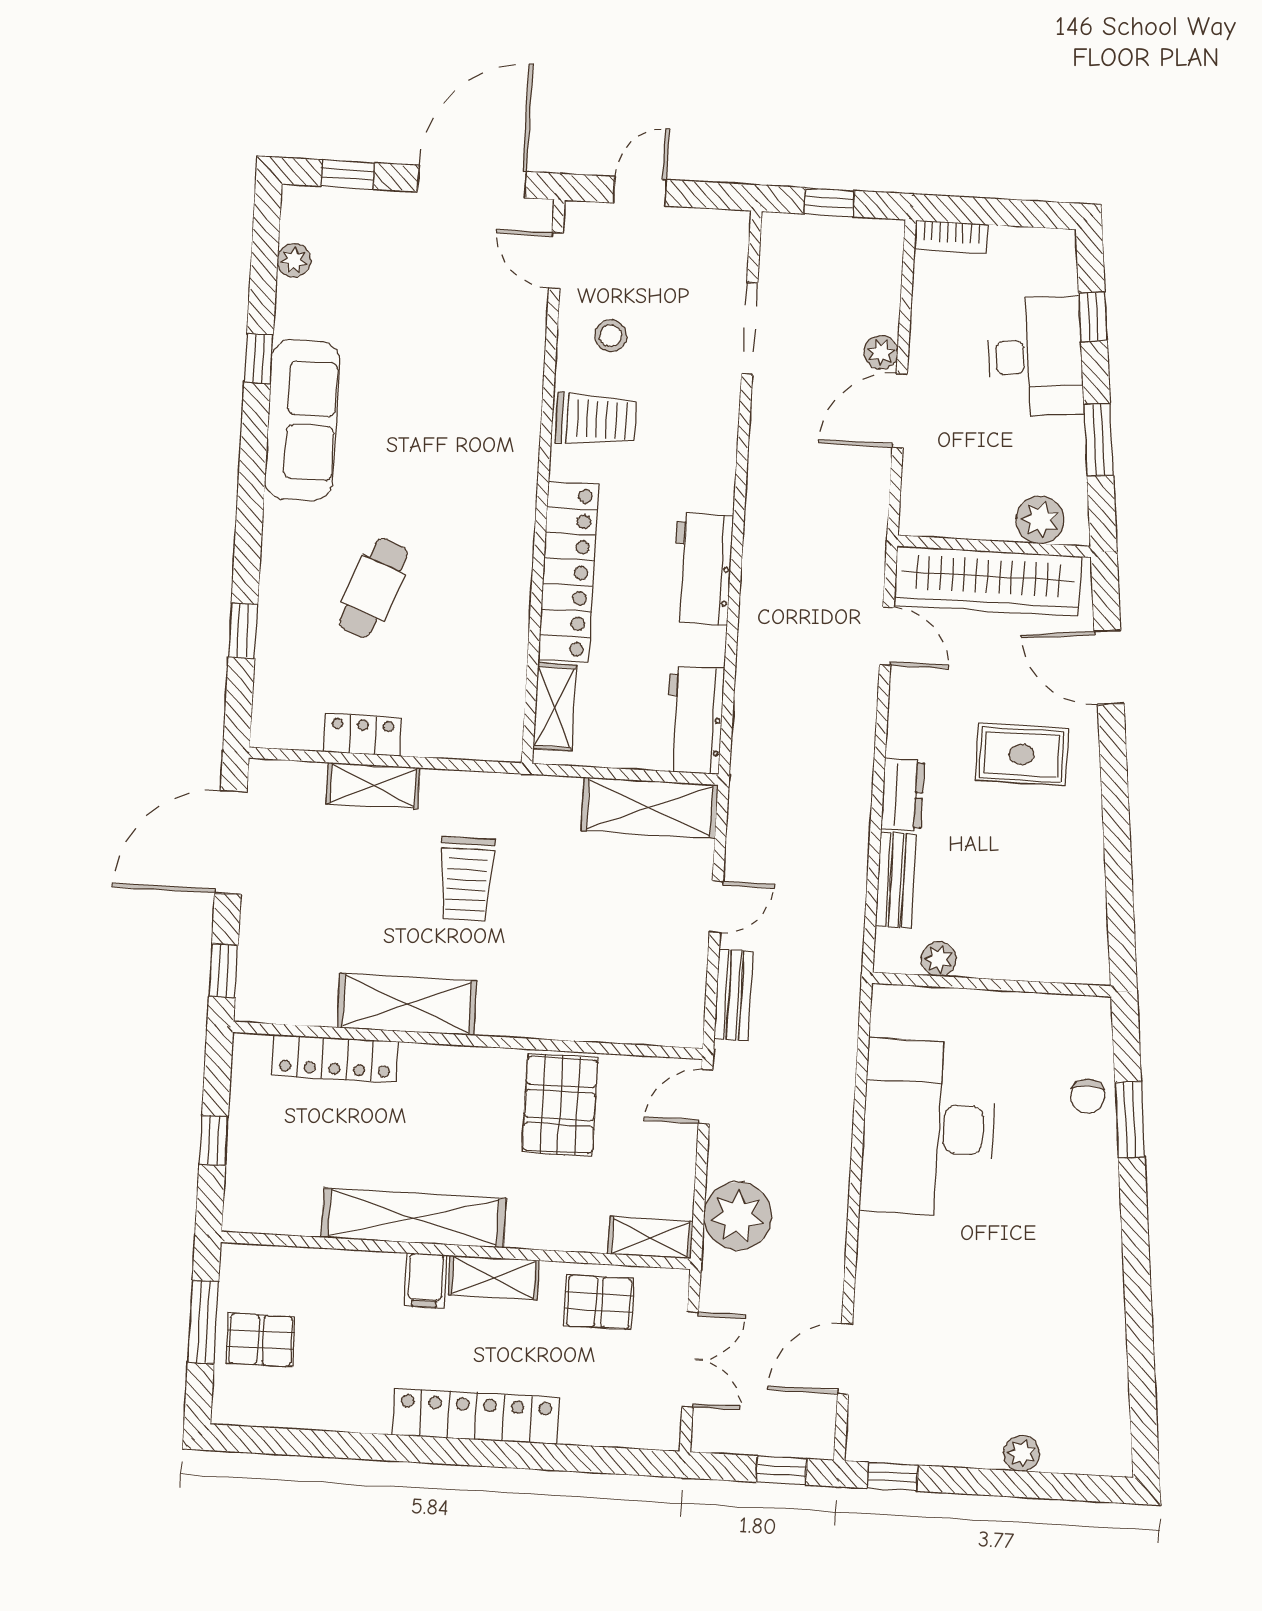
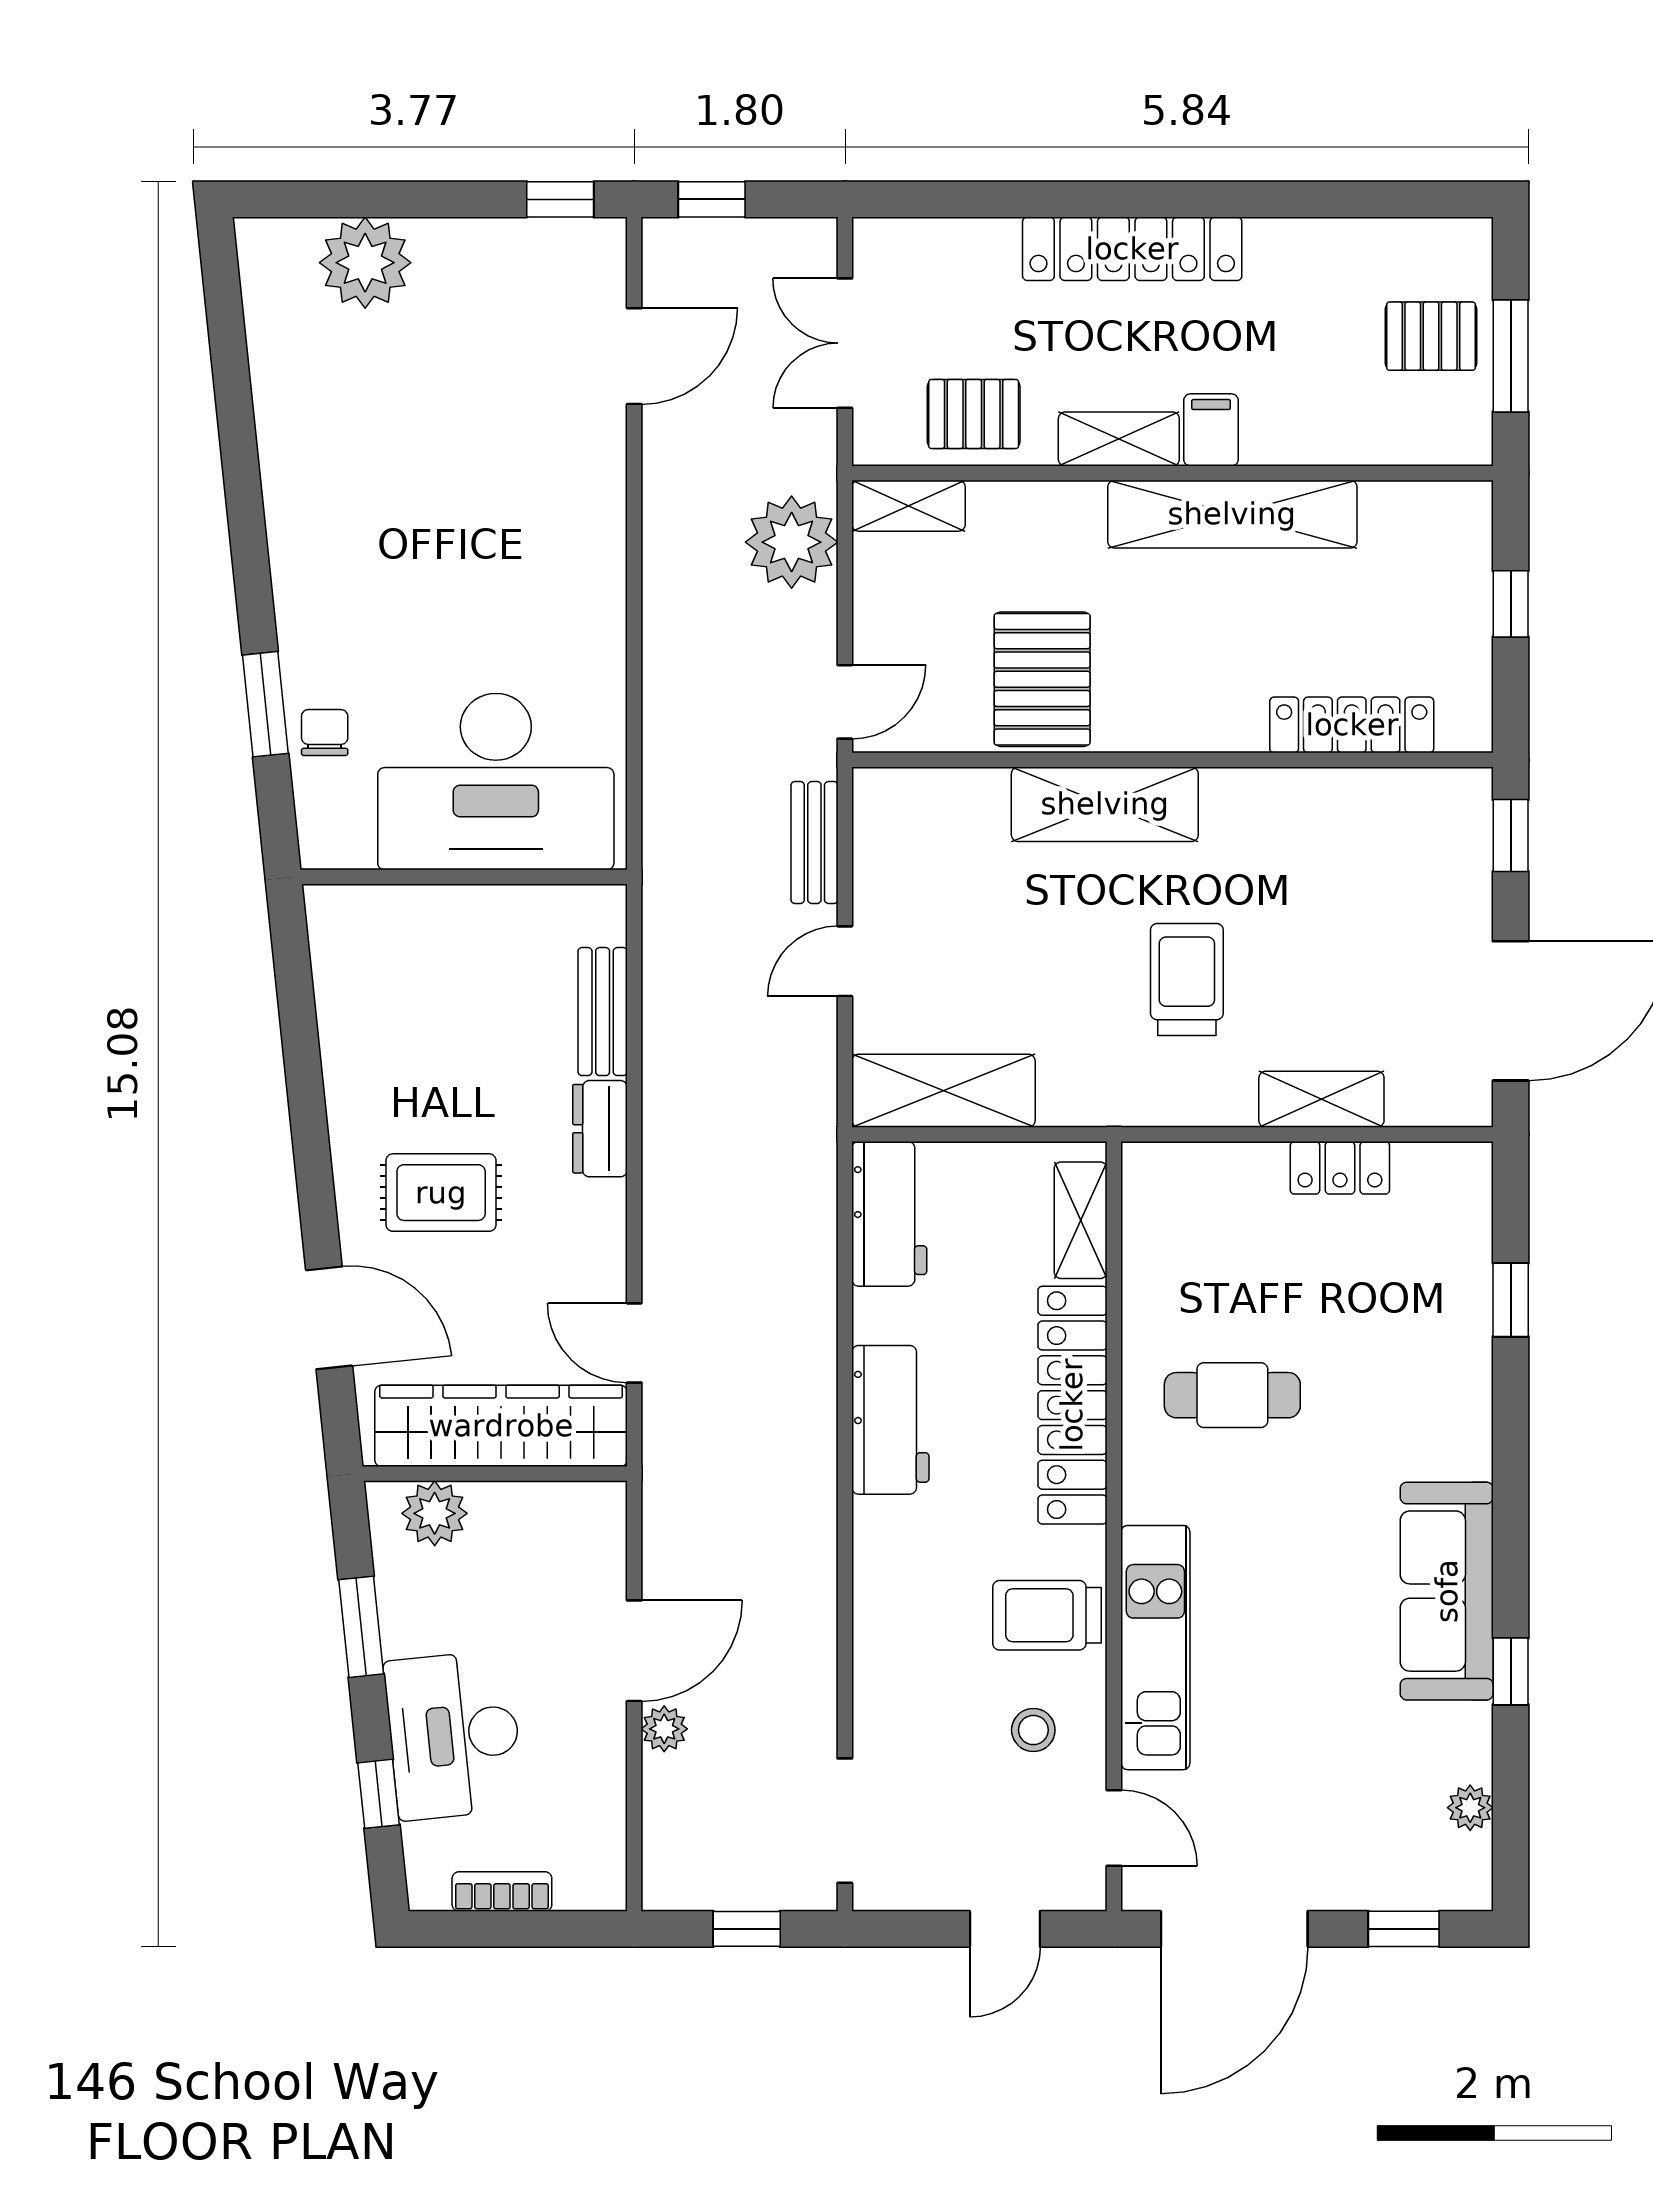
bookcase: (951, 237) -> (502, 1891), moved
doorway: (750, 328) -> (845, 1821), moved
kitchen unit: (518, 391) -> (1155, 1648), added
cafe table: (373, 588) -> (1232, 1395), moved, turned 68
plant: (939, 959) -> (538, 908), removed
shelving: (407, 1004) -> (1105, 804), moved
desk: (928, 1128) -> (496, 782), moved, turned 90
plant: (1022, 1453) -> (365, 263), width x1.88, depth x1.88

